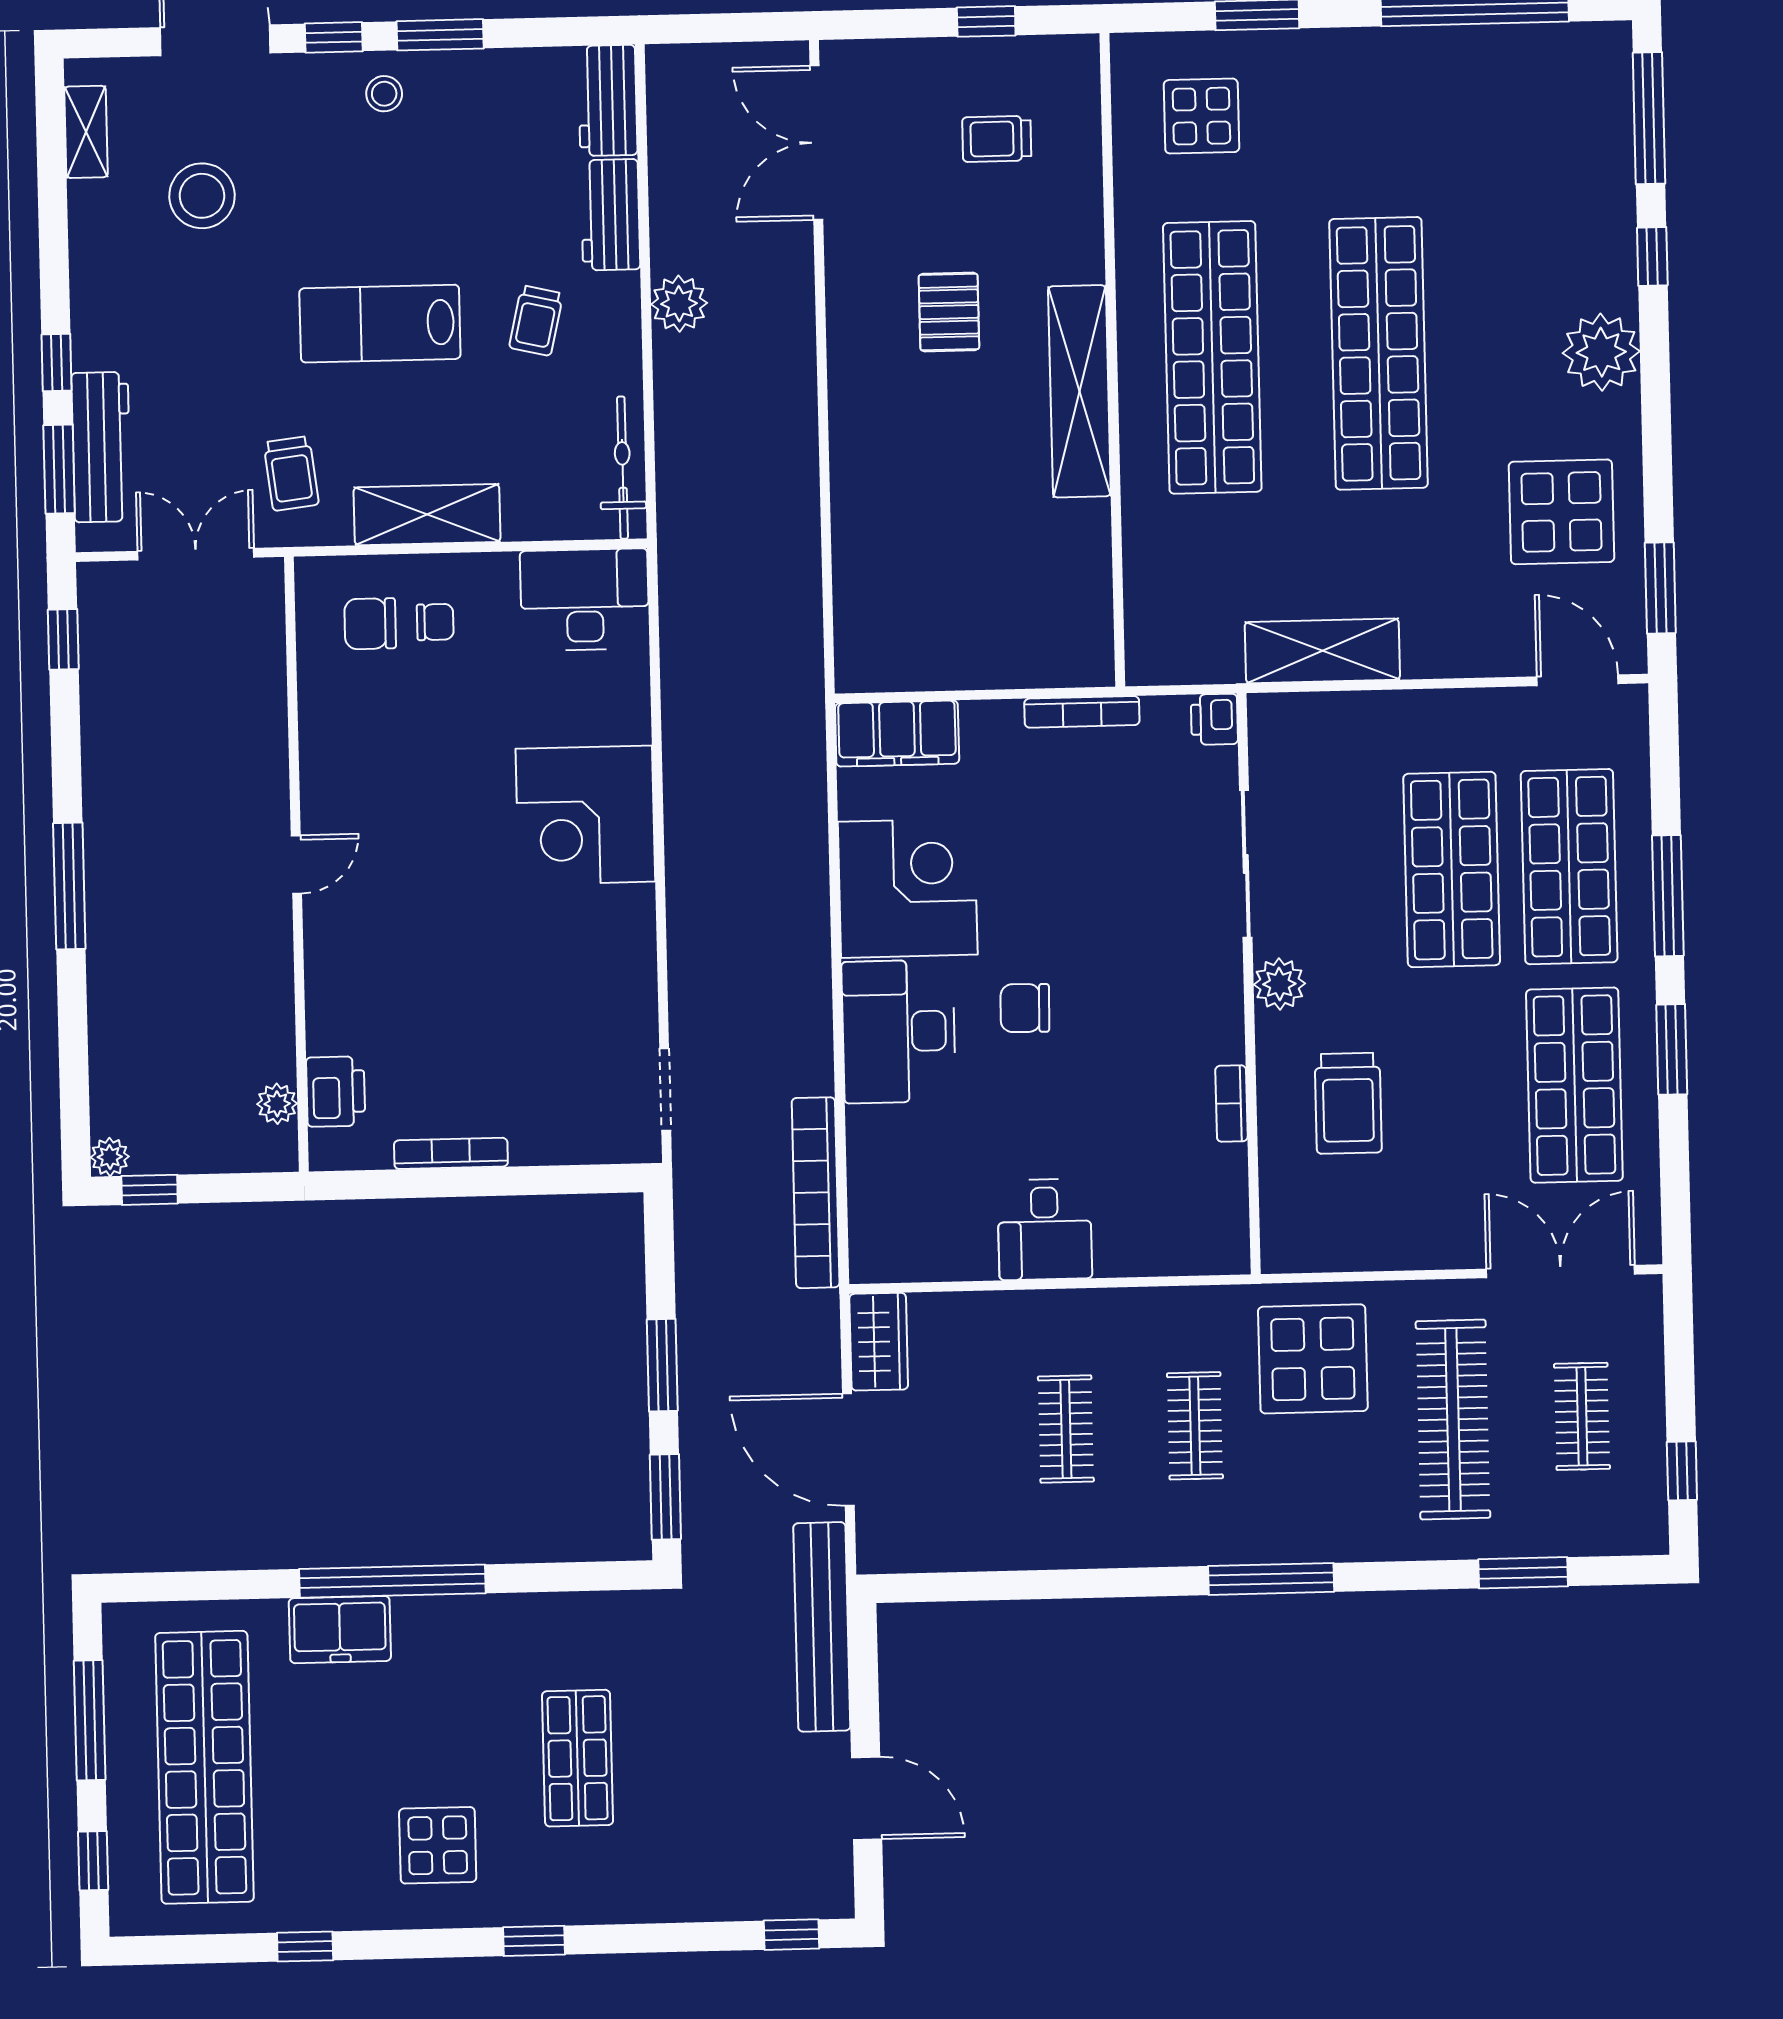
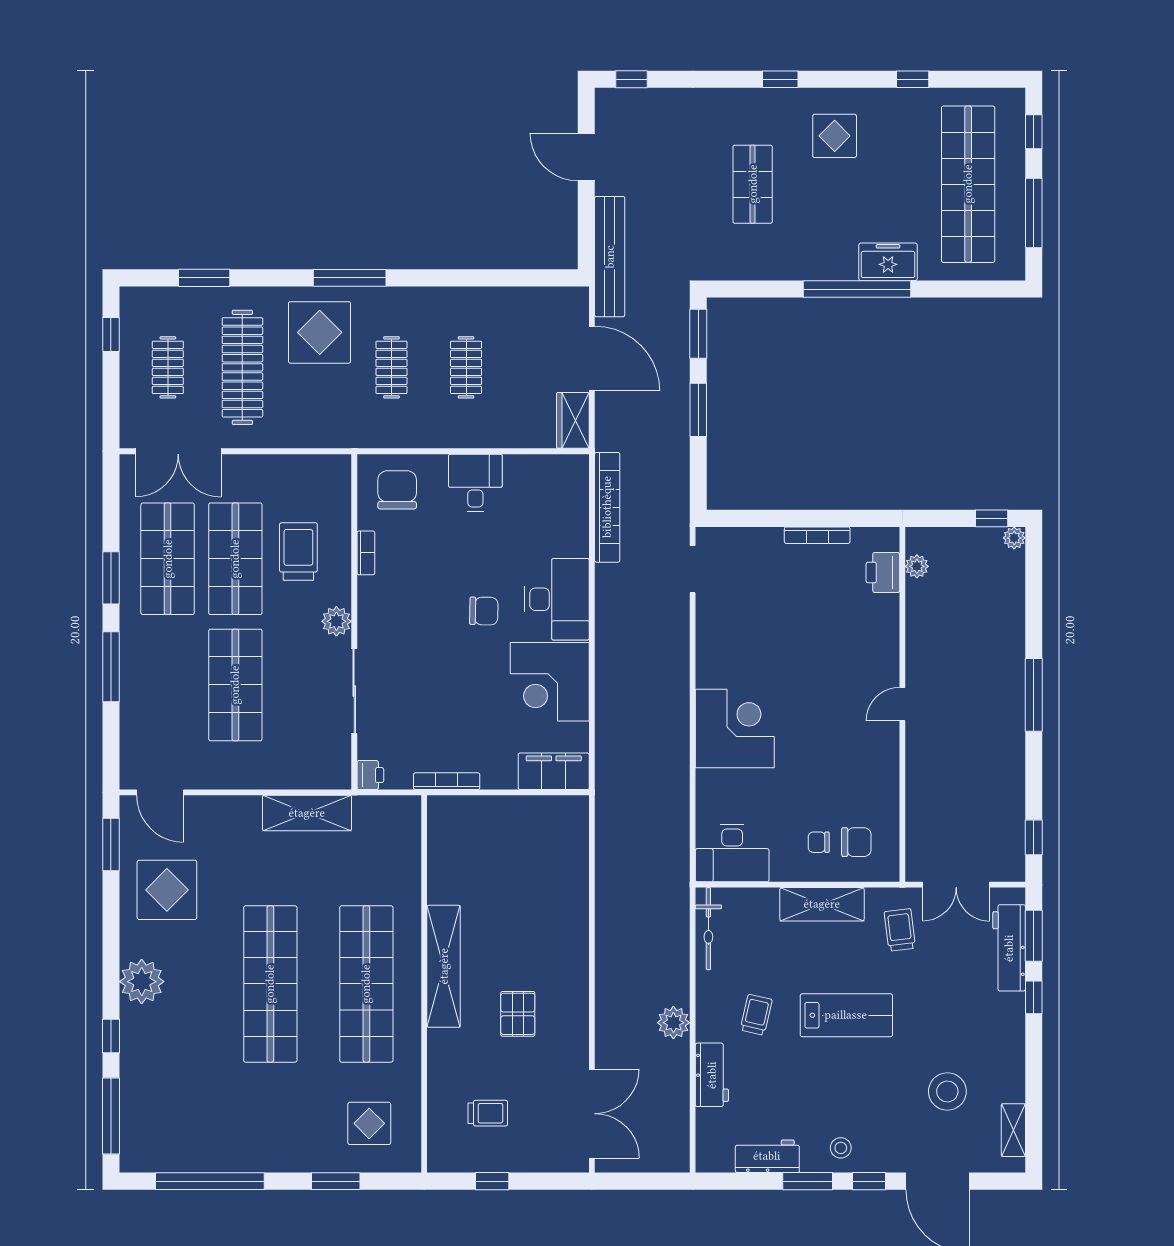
workbench: (608, 100) -> (767, 1156), moved, turned -90
shop shelf: (1569, 867) -> (235, 559), moved
chair: (1180, 1214) -> (397, 490), added
display table: (1313, 1359) -> (320, 332), moved

